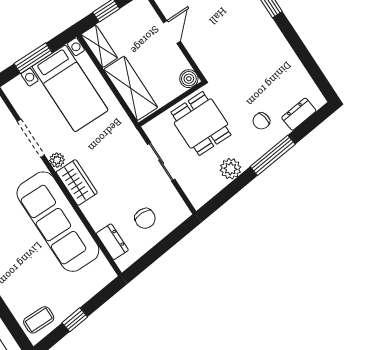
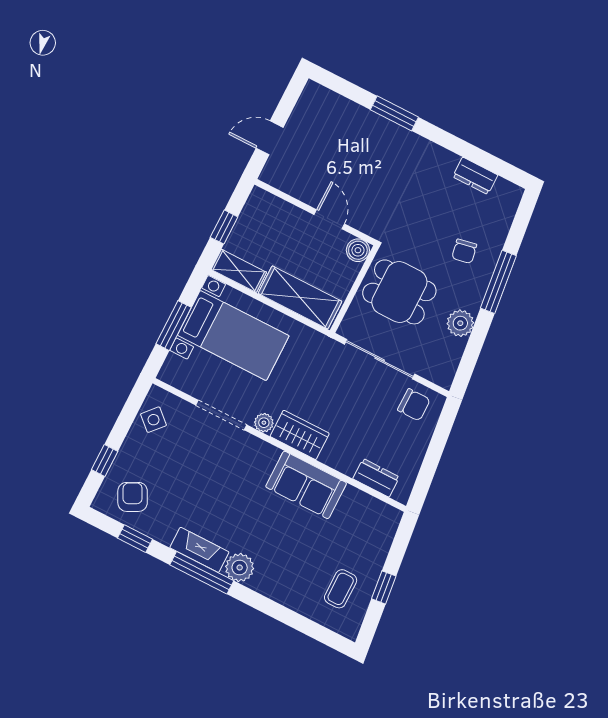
door: (172, 32) -> (329, 219), moved
dresser: (299, 114) -> (475, 176), moved, turned -83
sliding door: (161, 162) -> (380, 359), width x1.37
chair: (145, 218) -> (414, 405), moved
sofa: (58, 222) -> (306, 485), width x0.54, depth x0.79
coffee table: (39, 320) -> (341, 589), moved

